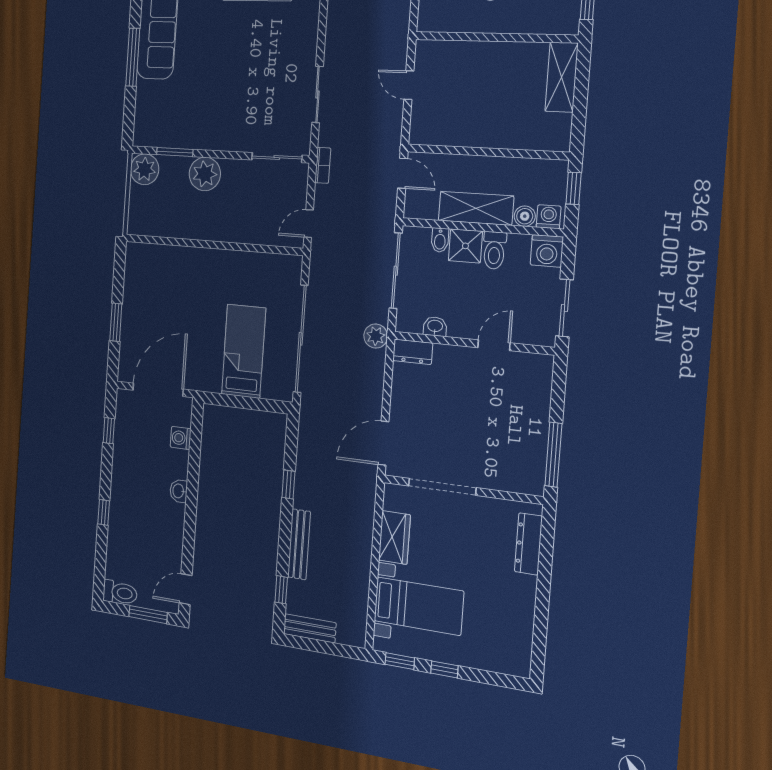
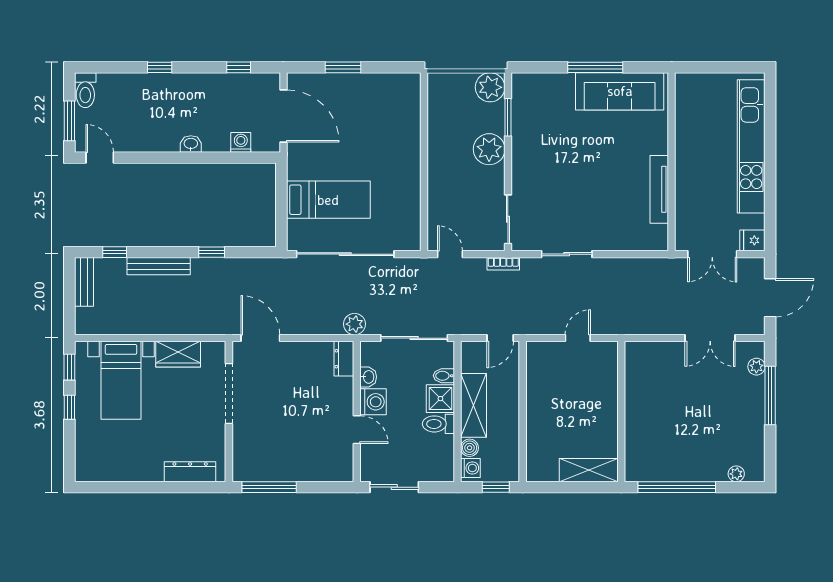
washing machine: (547, 251) -> (373, 402), moved, turned 180

